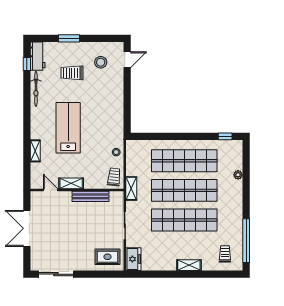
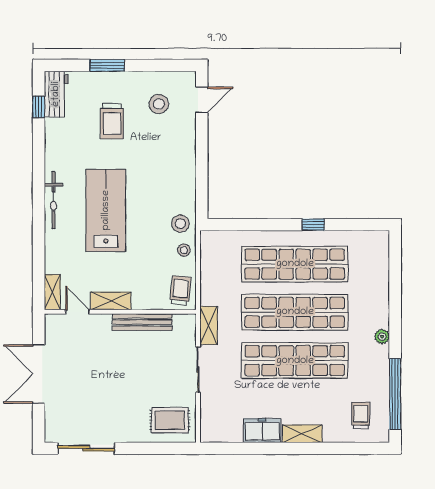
trolley: (72, 73) -> (112, 121), turned -90
bicycle: (36, 89) -> (53, 200), moved
stool: (114, 136) -> (180, 224), added
window: (225, 136) -> (313, 225), moved
shelving: (35, 151) -> (52, 292), moved
plant: (238, 175) -> (382, 337), moved
shelving: (131, 188) -> (209, 325), moved
freezer: (133, 259) -> (262, 431), moved, turned -90

